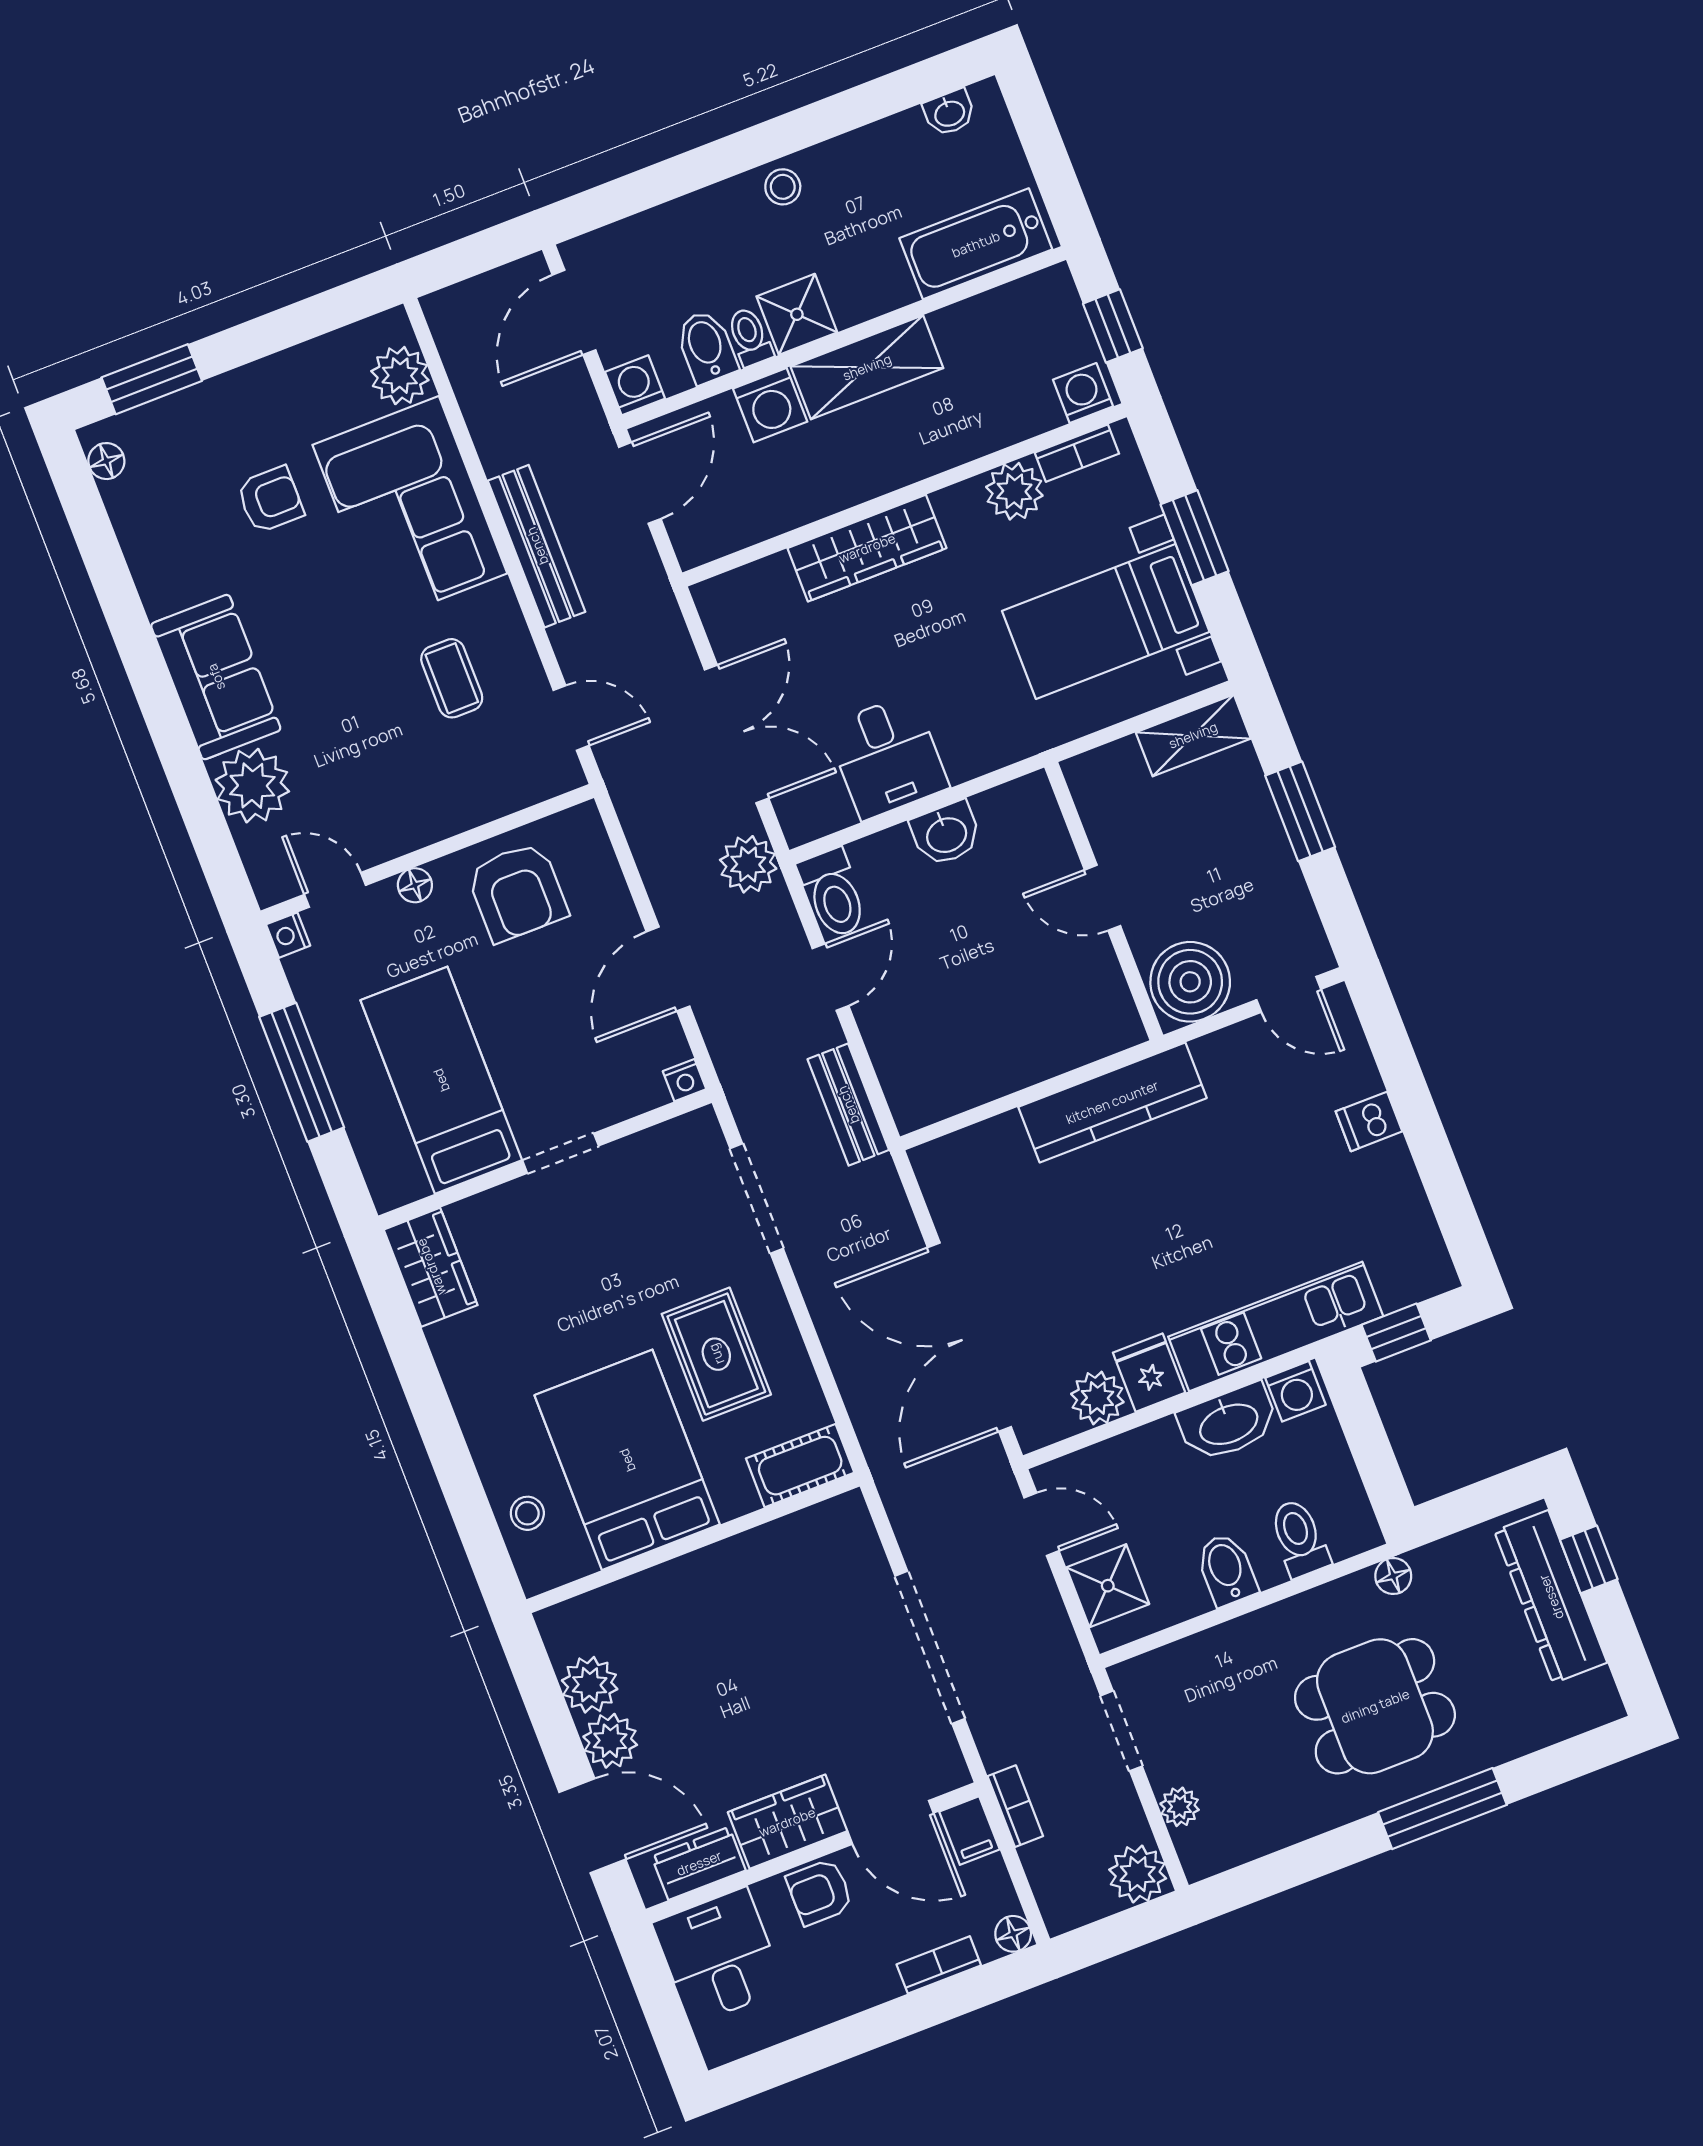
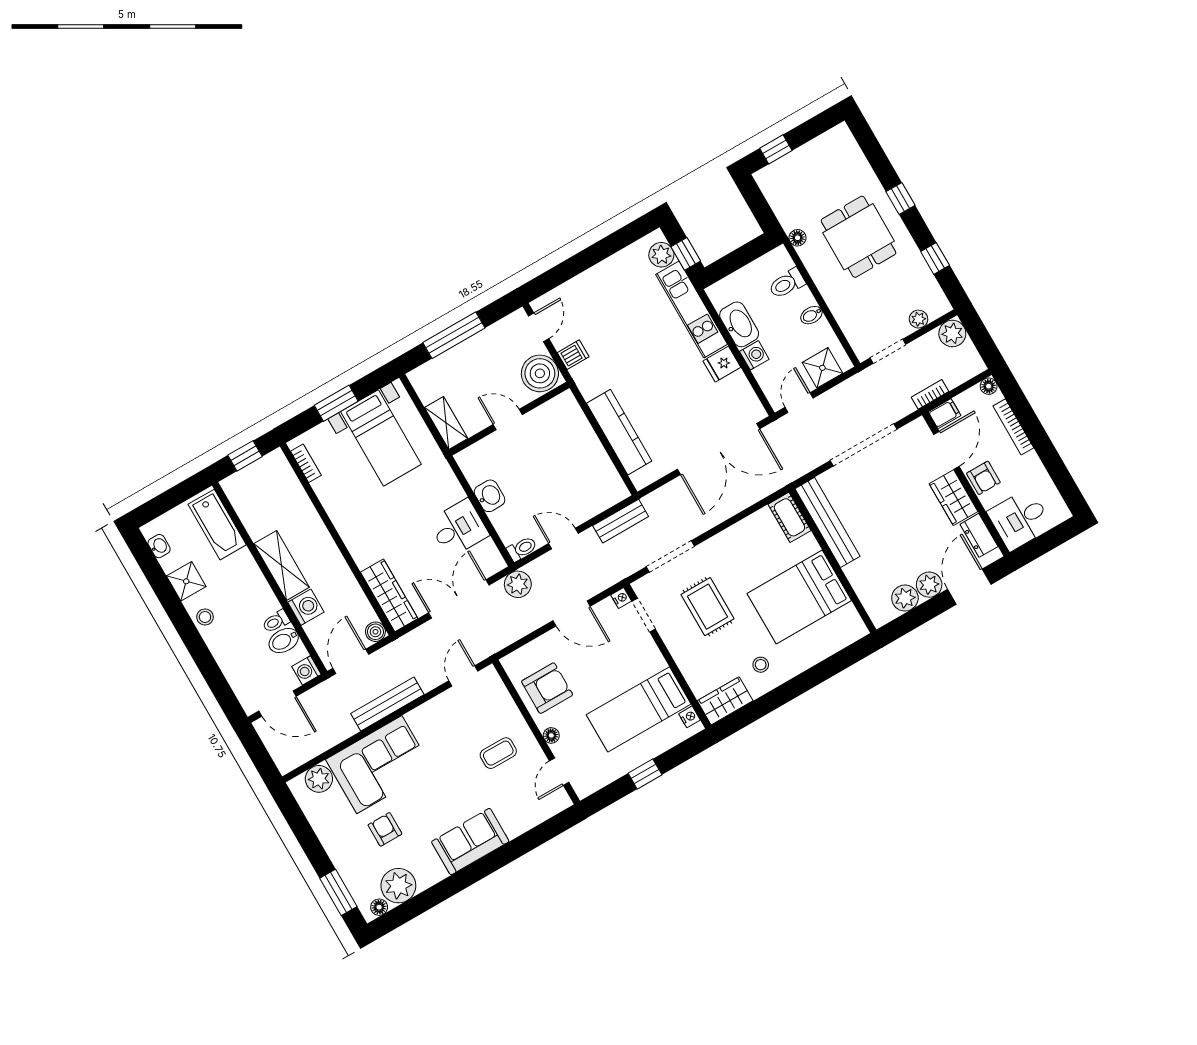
shower: (797, 314) -> (186, 581), moved
washing machine: (1083, 393) -> (278, 465), removed
door: (640, 483) -> (351, 661), hinge flipped
plant: (1014, 491) -> (328, 489), removed
boiler: (695, 545) -> (375, 632), added
wardrobe: (867, 548) -> (389, 595), moved
coffee table: (452, 678) -> (498, 753), moved
shelving: (1193, 735) -> (446, 423), moved
plant: (252, 786) -> (398, 886), moved
window: (1300, 811) -> (454, 335), width x1.44
toilet: (833, 893) -> (522, 549), width x0.73, depth x0.72
door: (1103, 898) -> (508, 420), swing flipped
nightstand: (288, 935) -> (689, 717), moved, turned -90
window: (302, 1072) -> (645, 774), width x0.46
kitchen counter: (1112, 1102) -> (619, 432), moved
dishwasher: (1369, 1121) -> (573, 355), moved, turned -90
doorway: (561, 1153) -> (644, 615), moved
rug: (716, 1354) -> (708, 607), moved, turned 90
washing machine: (1295, 1391) -> (754, 355), moved
plant: (1097, 1398) -> (661, 255), moved
stool: (527, 1513) -> (761, 665), moved
bench: (777, 1545) -> (827, 522), added
bidet: (1227, 1569) -> (811, 315), width x0.72, depth x0.74
dresser: (1551, 1597) -> (796, 164), removed
window: (1442, 1809) -> (900, 199), width x0.46
window: (1303, 1862) -> (935, 258), added
bookcase: (939, 1965) -> (1013, 427), width x1.56

